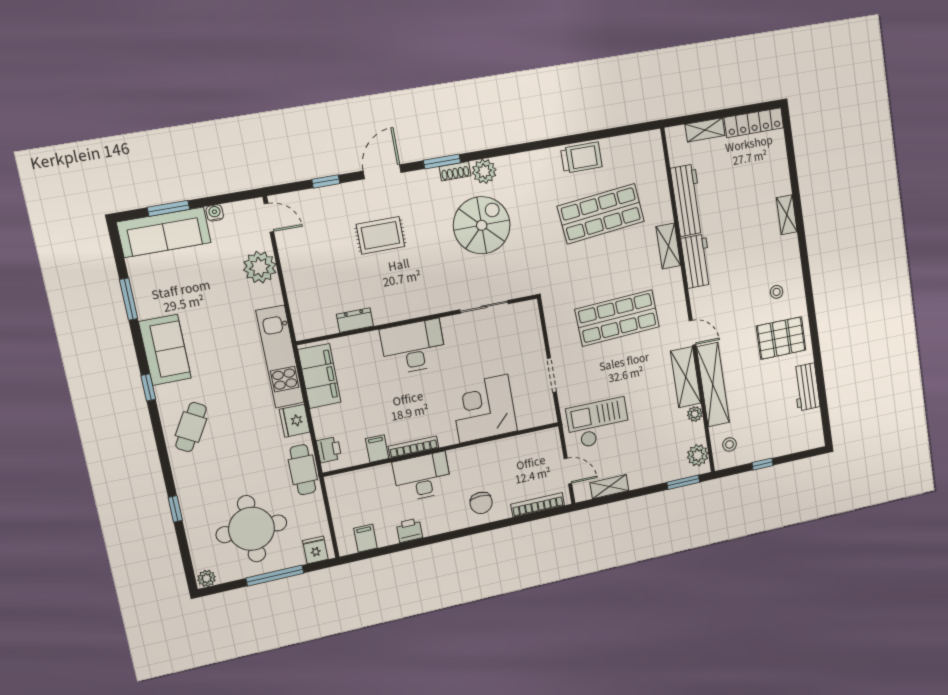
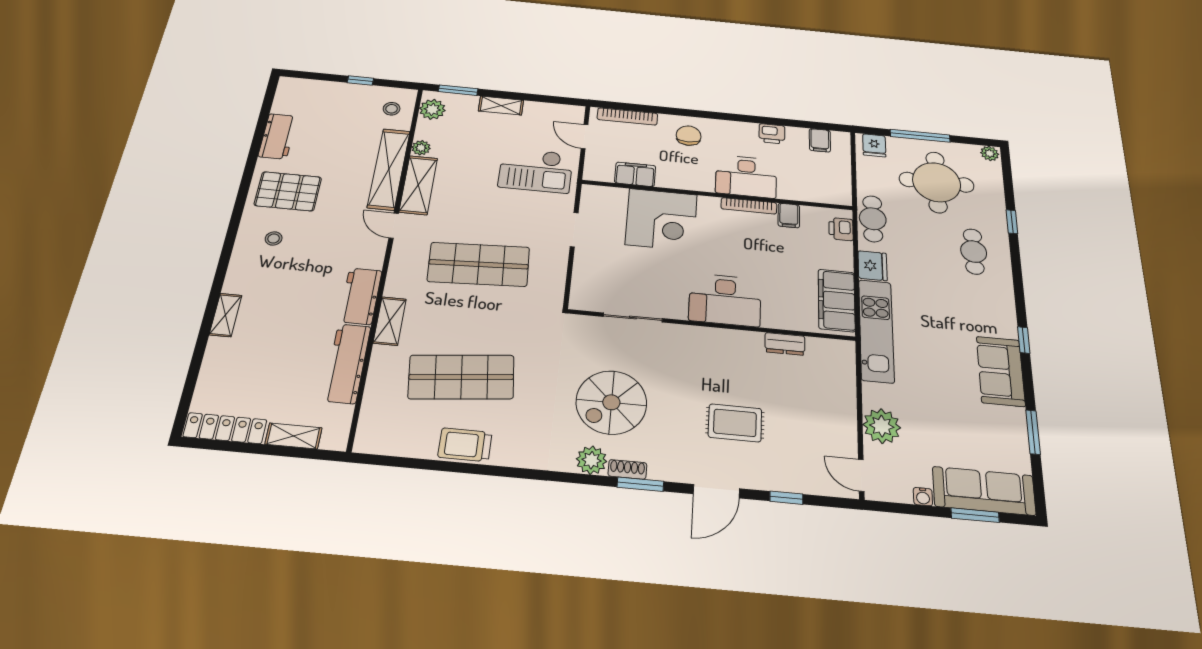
cafe table: (191, 427) -> (974, 252), moved, turned -30
filing cabinet: (516, 447) -> (635, 174), added
shelving: (609, 487) -> (501, 106), moved

